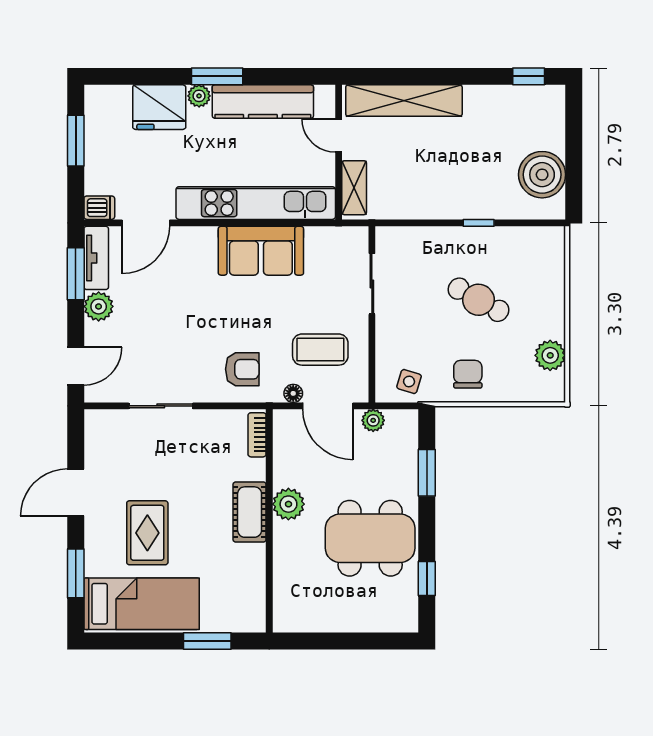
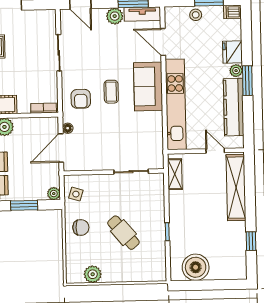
window: (529, 76) -> (251, 241), moved
fridge: (159, 107) -> (232, 52), width x0.73, depth x0.75
door: (339, 136) -> (215, 151), hinge flipped
stool: (100, 164) -> (196, 15), added
shelving: (354, 188) -> (175, 174), moved, turned 90
dishwasher: (99, 208) -> (232, 12), moved, turned 90
sofa: (261, 251) -> (148, 87), moved
cafe table: (478, 300) -> (123, 233), turned -69
coffee table: (320, 350) -> (111, 92), moved, width x0.73, depth x0.77
plant: (373, 420) -> (54, 194), moved

